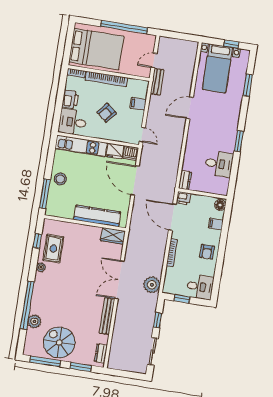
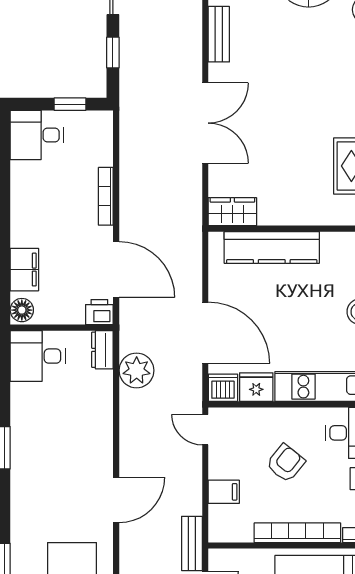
desk: (219, 164) -> (38, 356), moved
filing cabinet: (216, 224) -> (24, 270), width x2.00
armchair: (207, 252) -> (34, 209), removed
plant: (152, 285) -> (137, 370), moved
bench: (107, 316) -> (219, 34), width x0.73

